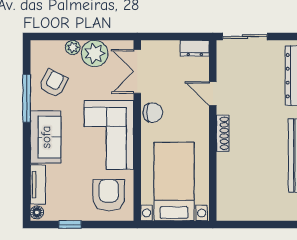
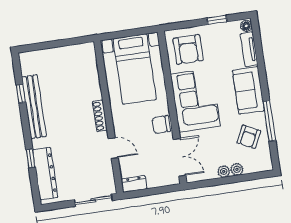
plant: (95, 53) -> (224, 171), width x0.53, depth x0.53

